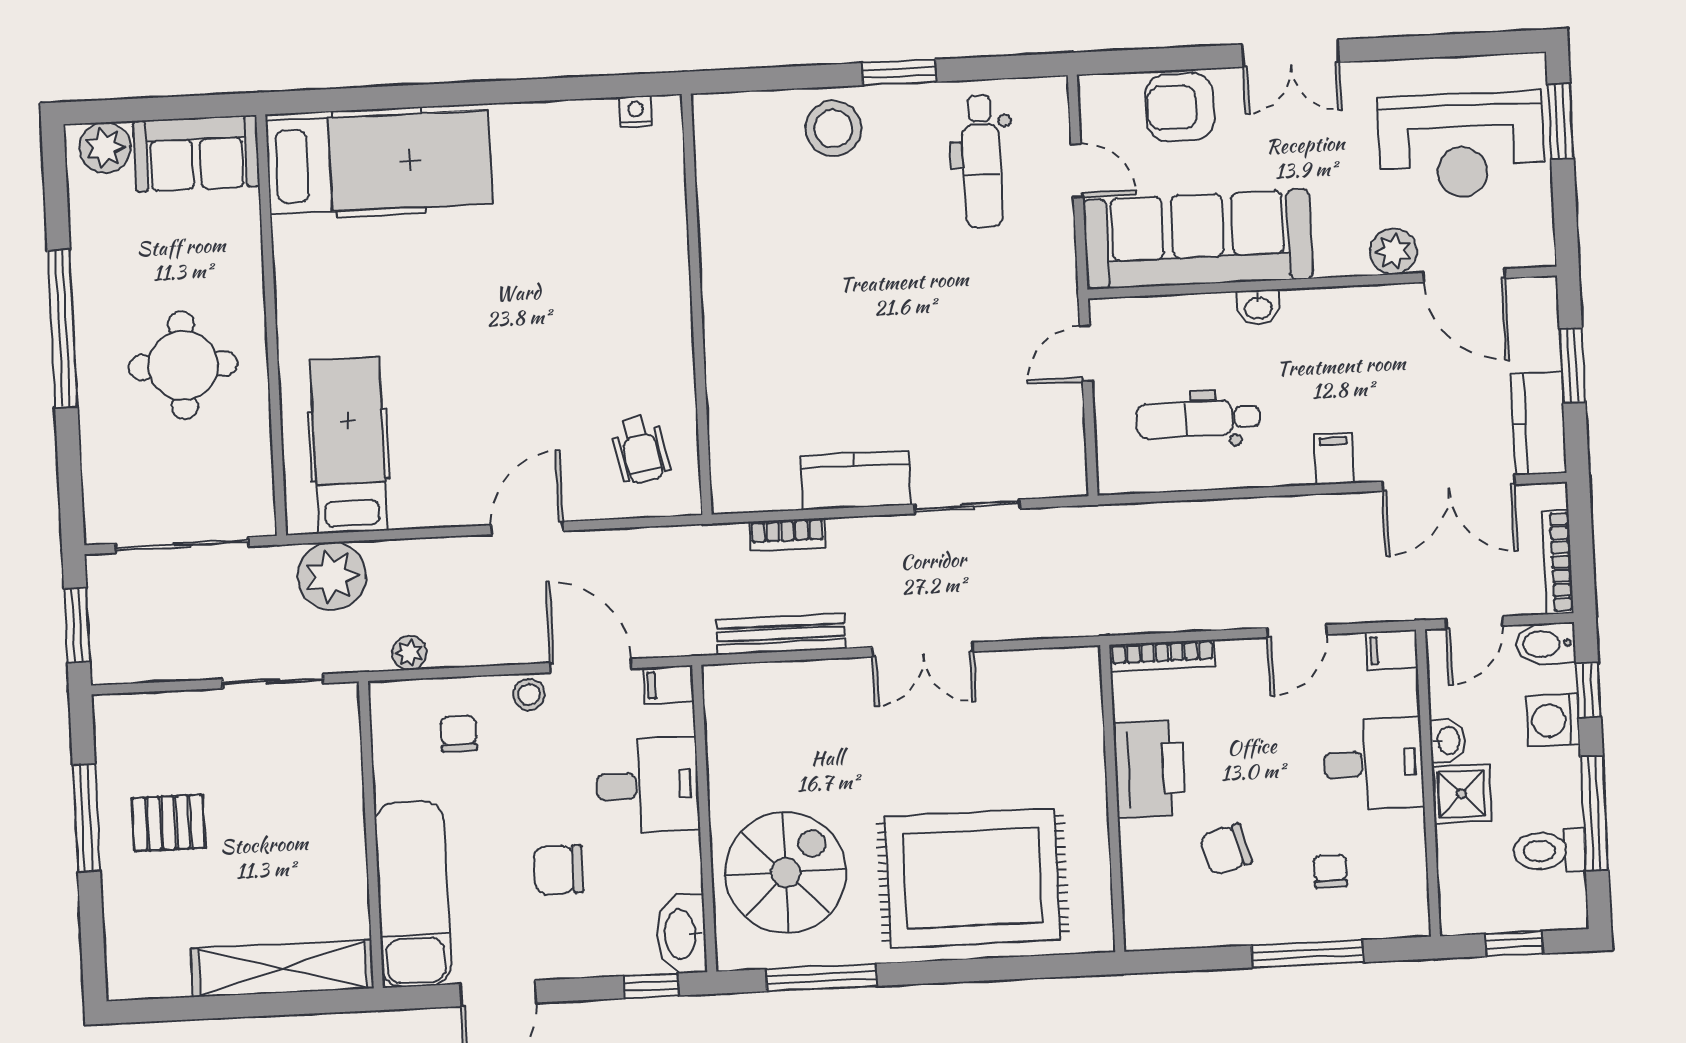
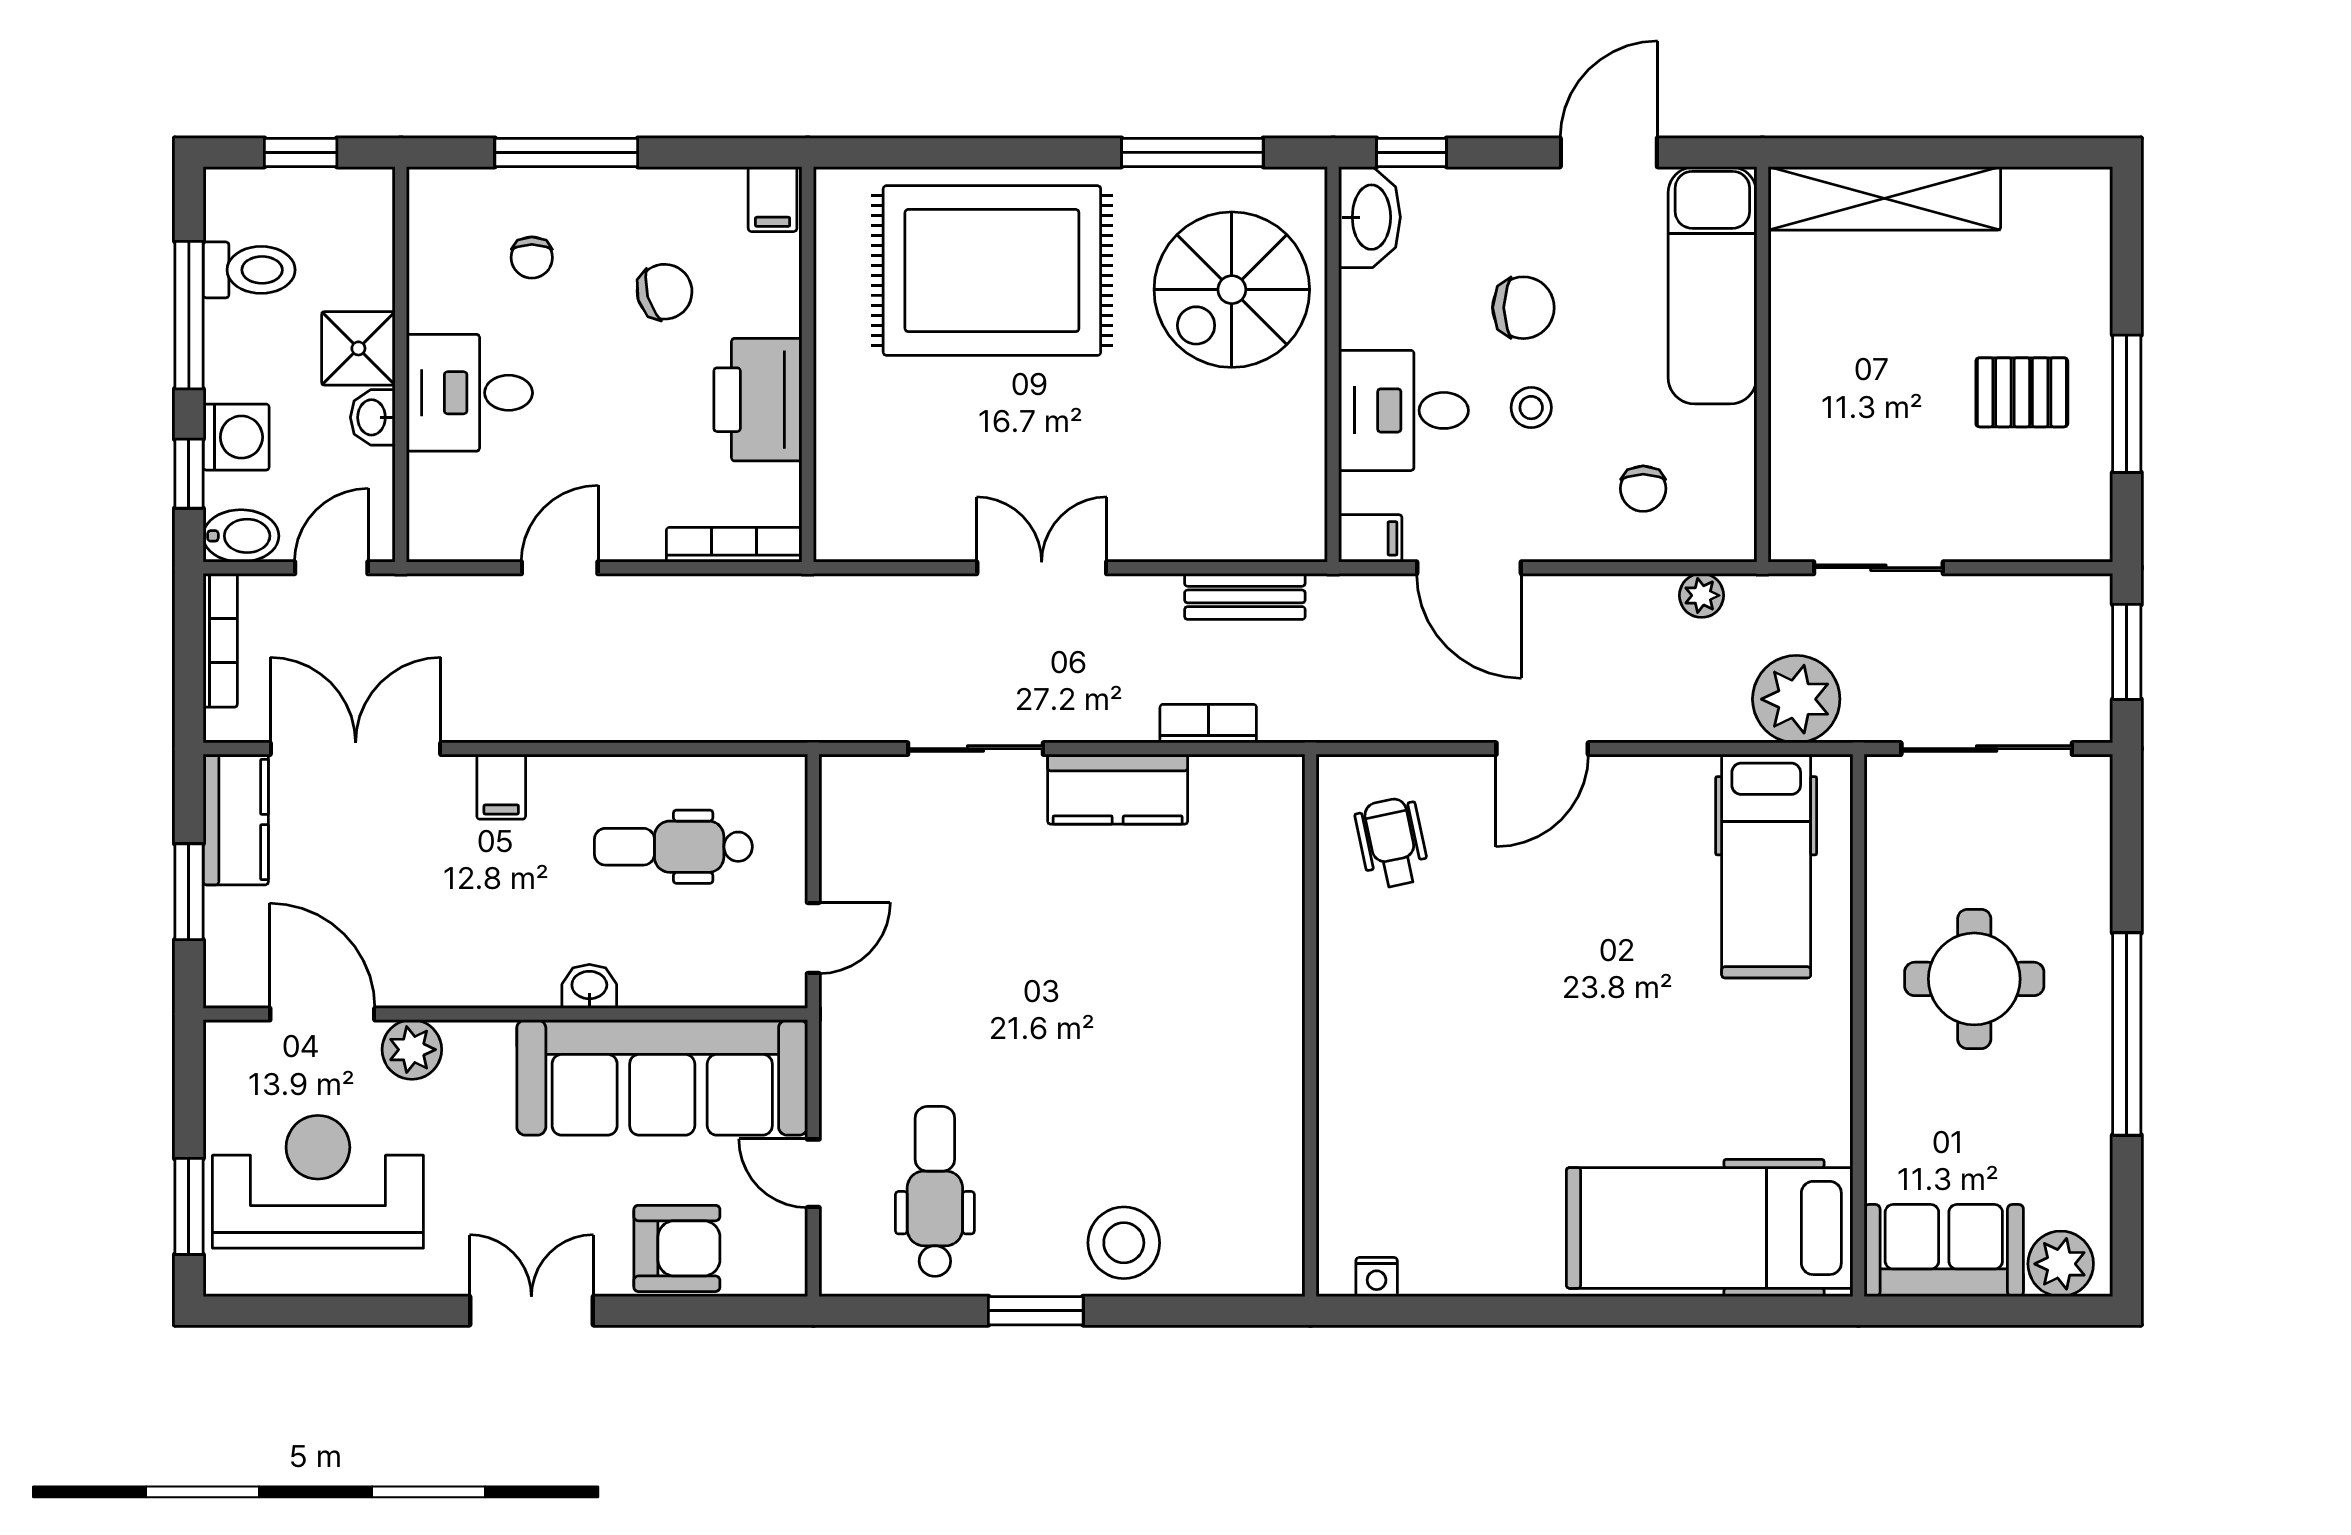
dental chair: (1198, 419) -> (673, 847), turned 180
bench: (781, 634) -> (1245, 596), width x0.73
filing cabinet: (1392, 650) -> (773, 199), moved, turned 90
stool: (529, 695) -> (1531, 408), moved

